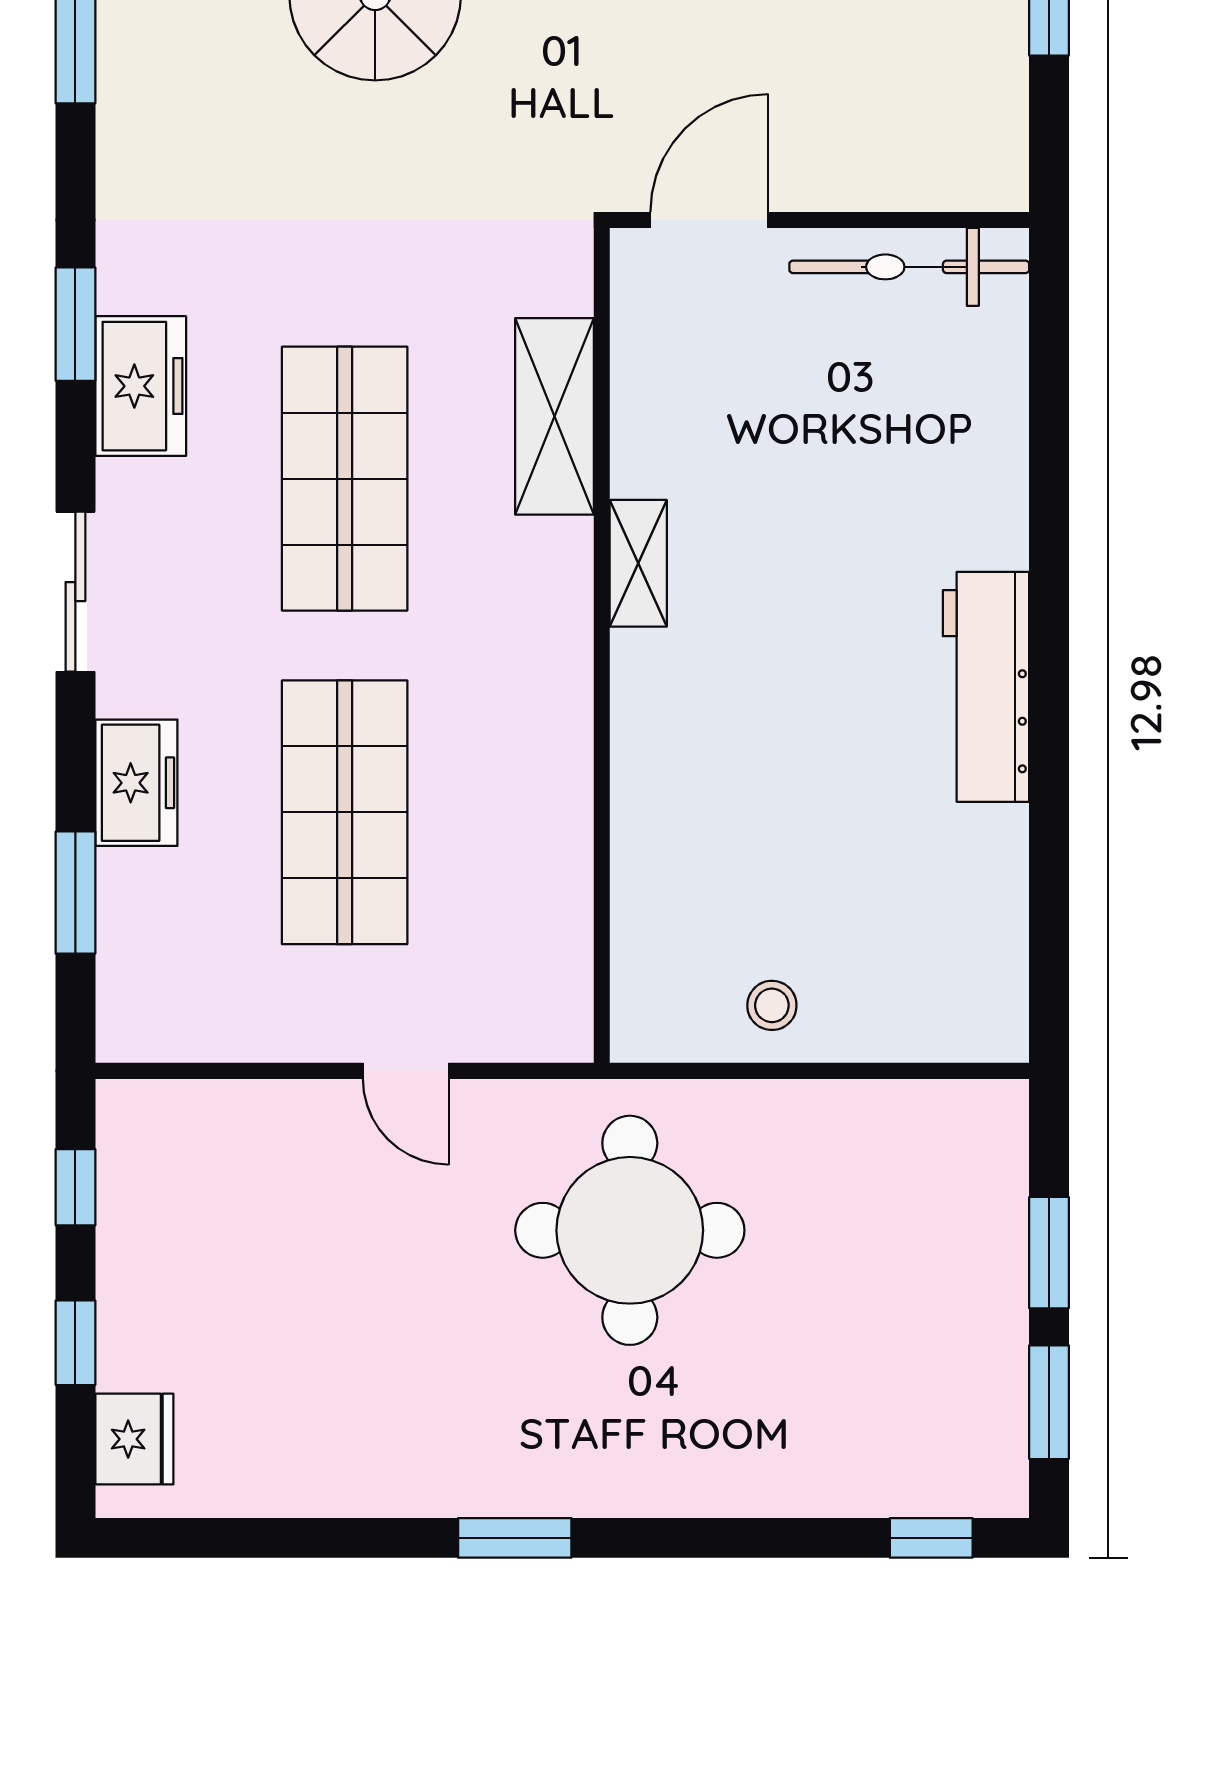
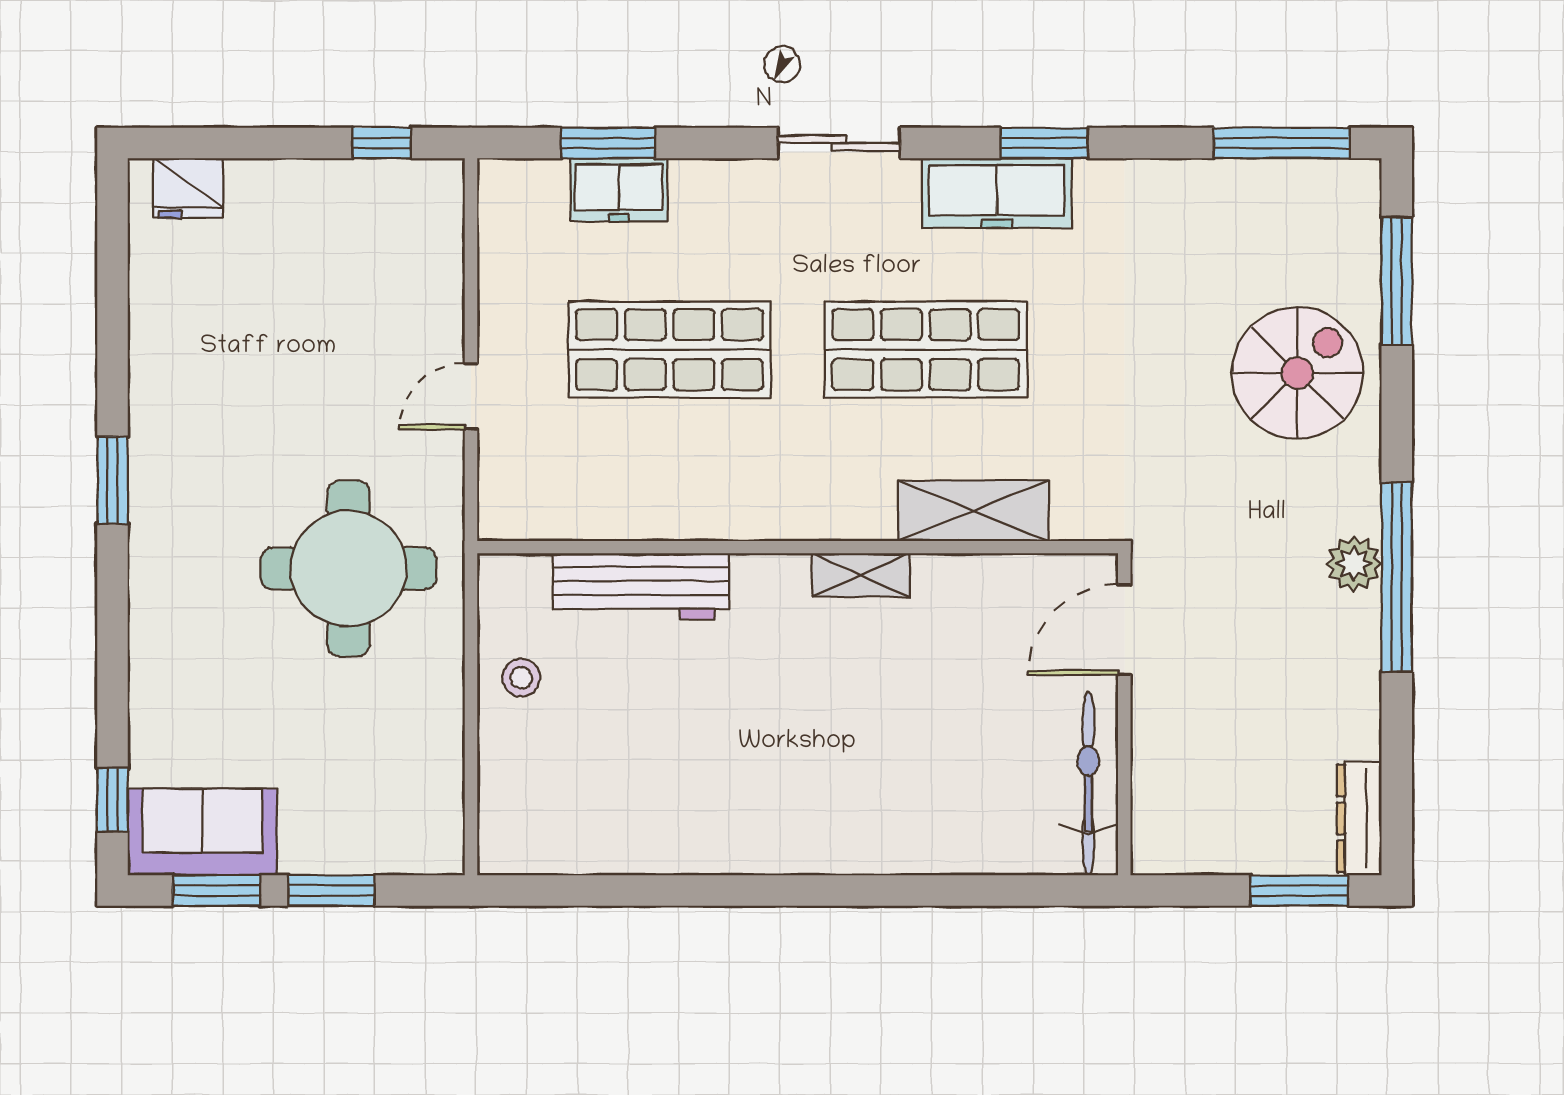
door: (709, 220) -> (1124, 630), swing flipped
freezer: (141, 386) -> (997, 193), width x1.40
workbench: (986, 687) -> (641, 586), moved, turned 180
freezer: (136, 783) -> (619, 190), moved
window: (75, 1343) -> (262, 143), removed
sofa: (973, 1421) -> (202, 832), added

